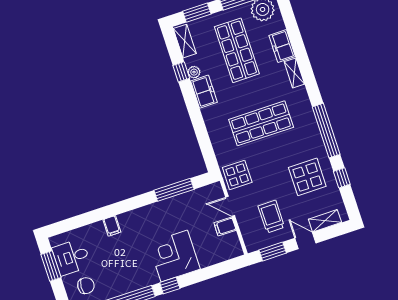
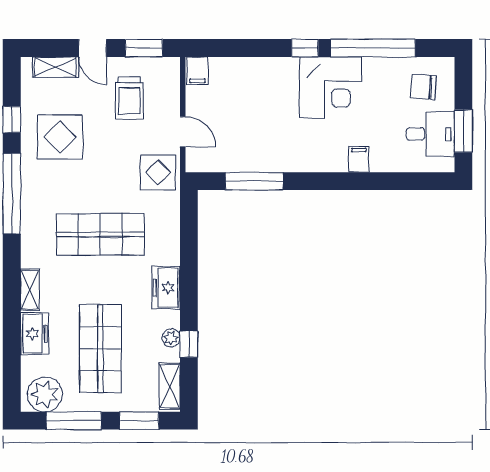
freezer: (204, 92) -> (166, 288), moved
filing cabinet: (225, 227) -> (197, 71), moved, turned 90
corner desk: (174, 256) -> (330, 88), moved

